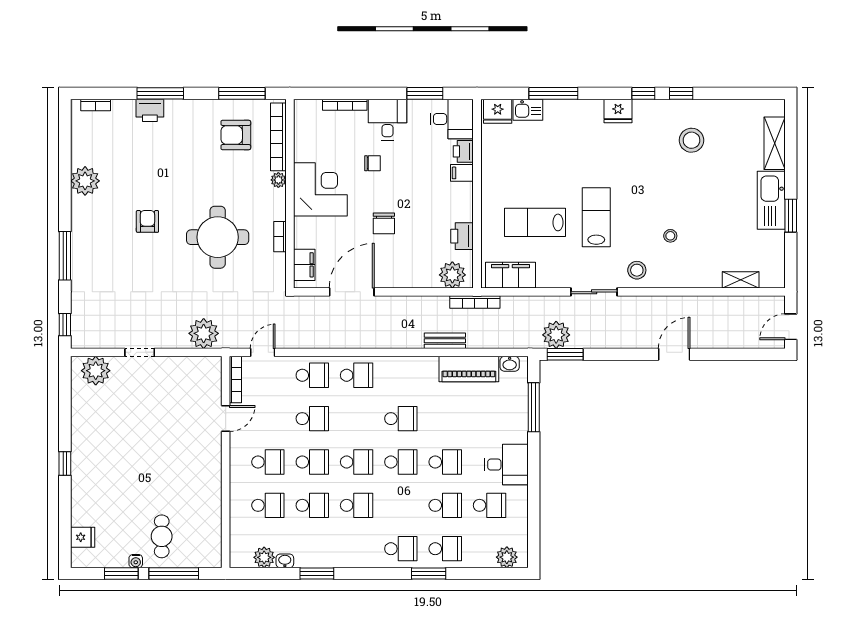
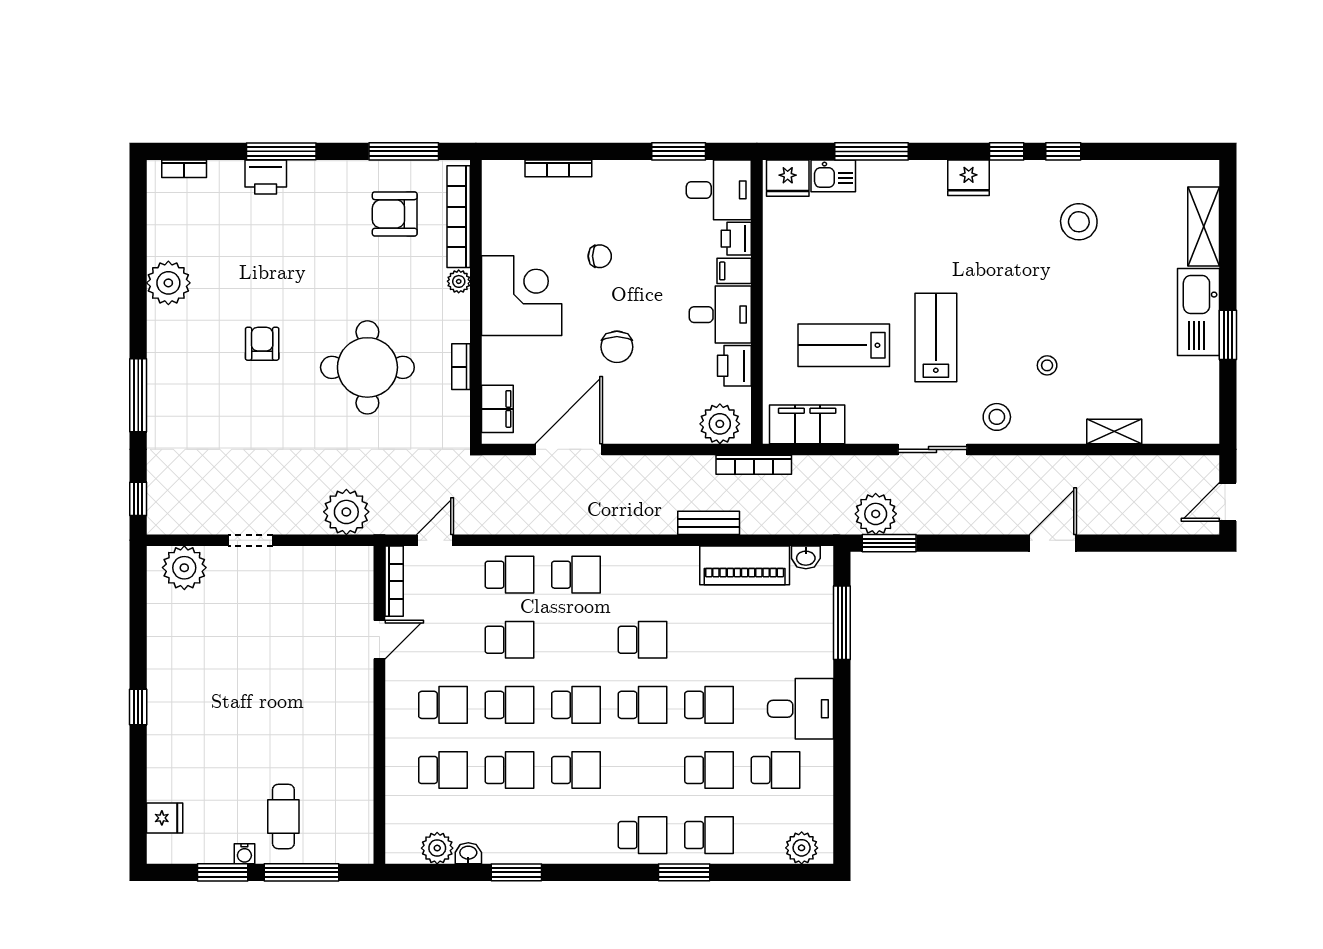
desk: (387, 120) -> (720, 315), moved, turned 90
shelving: (741, 280) -> (1114, 431), moved

